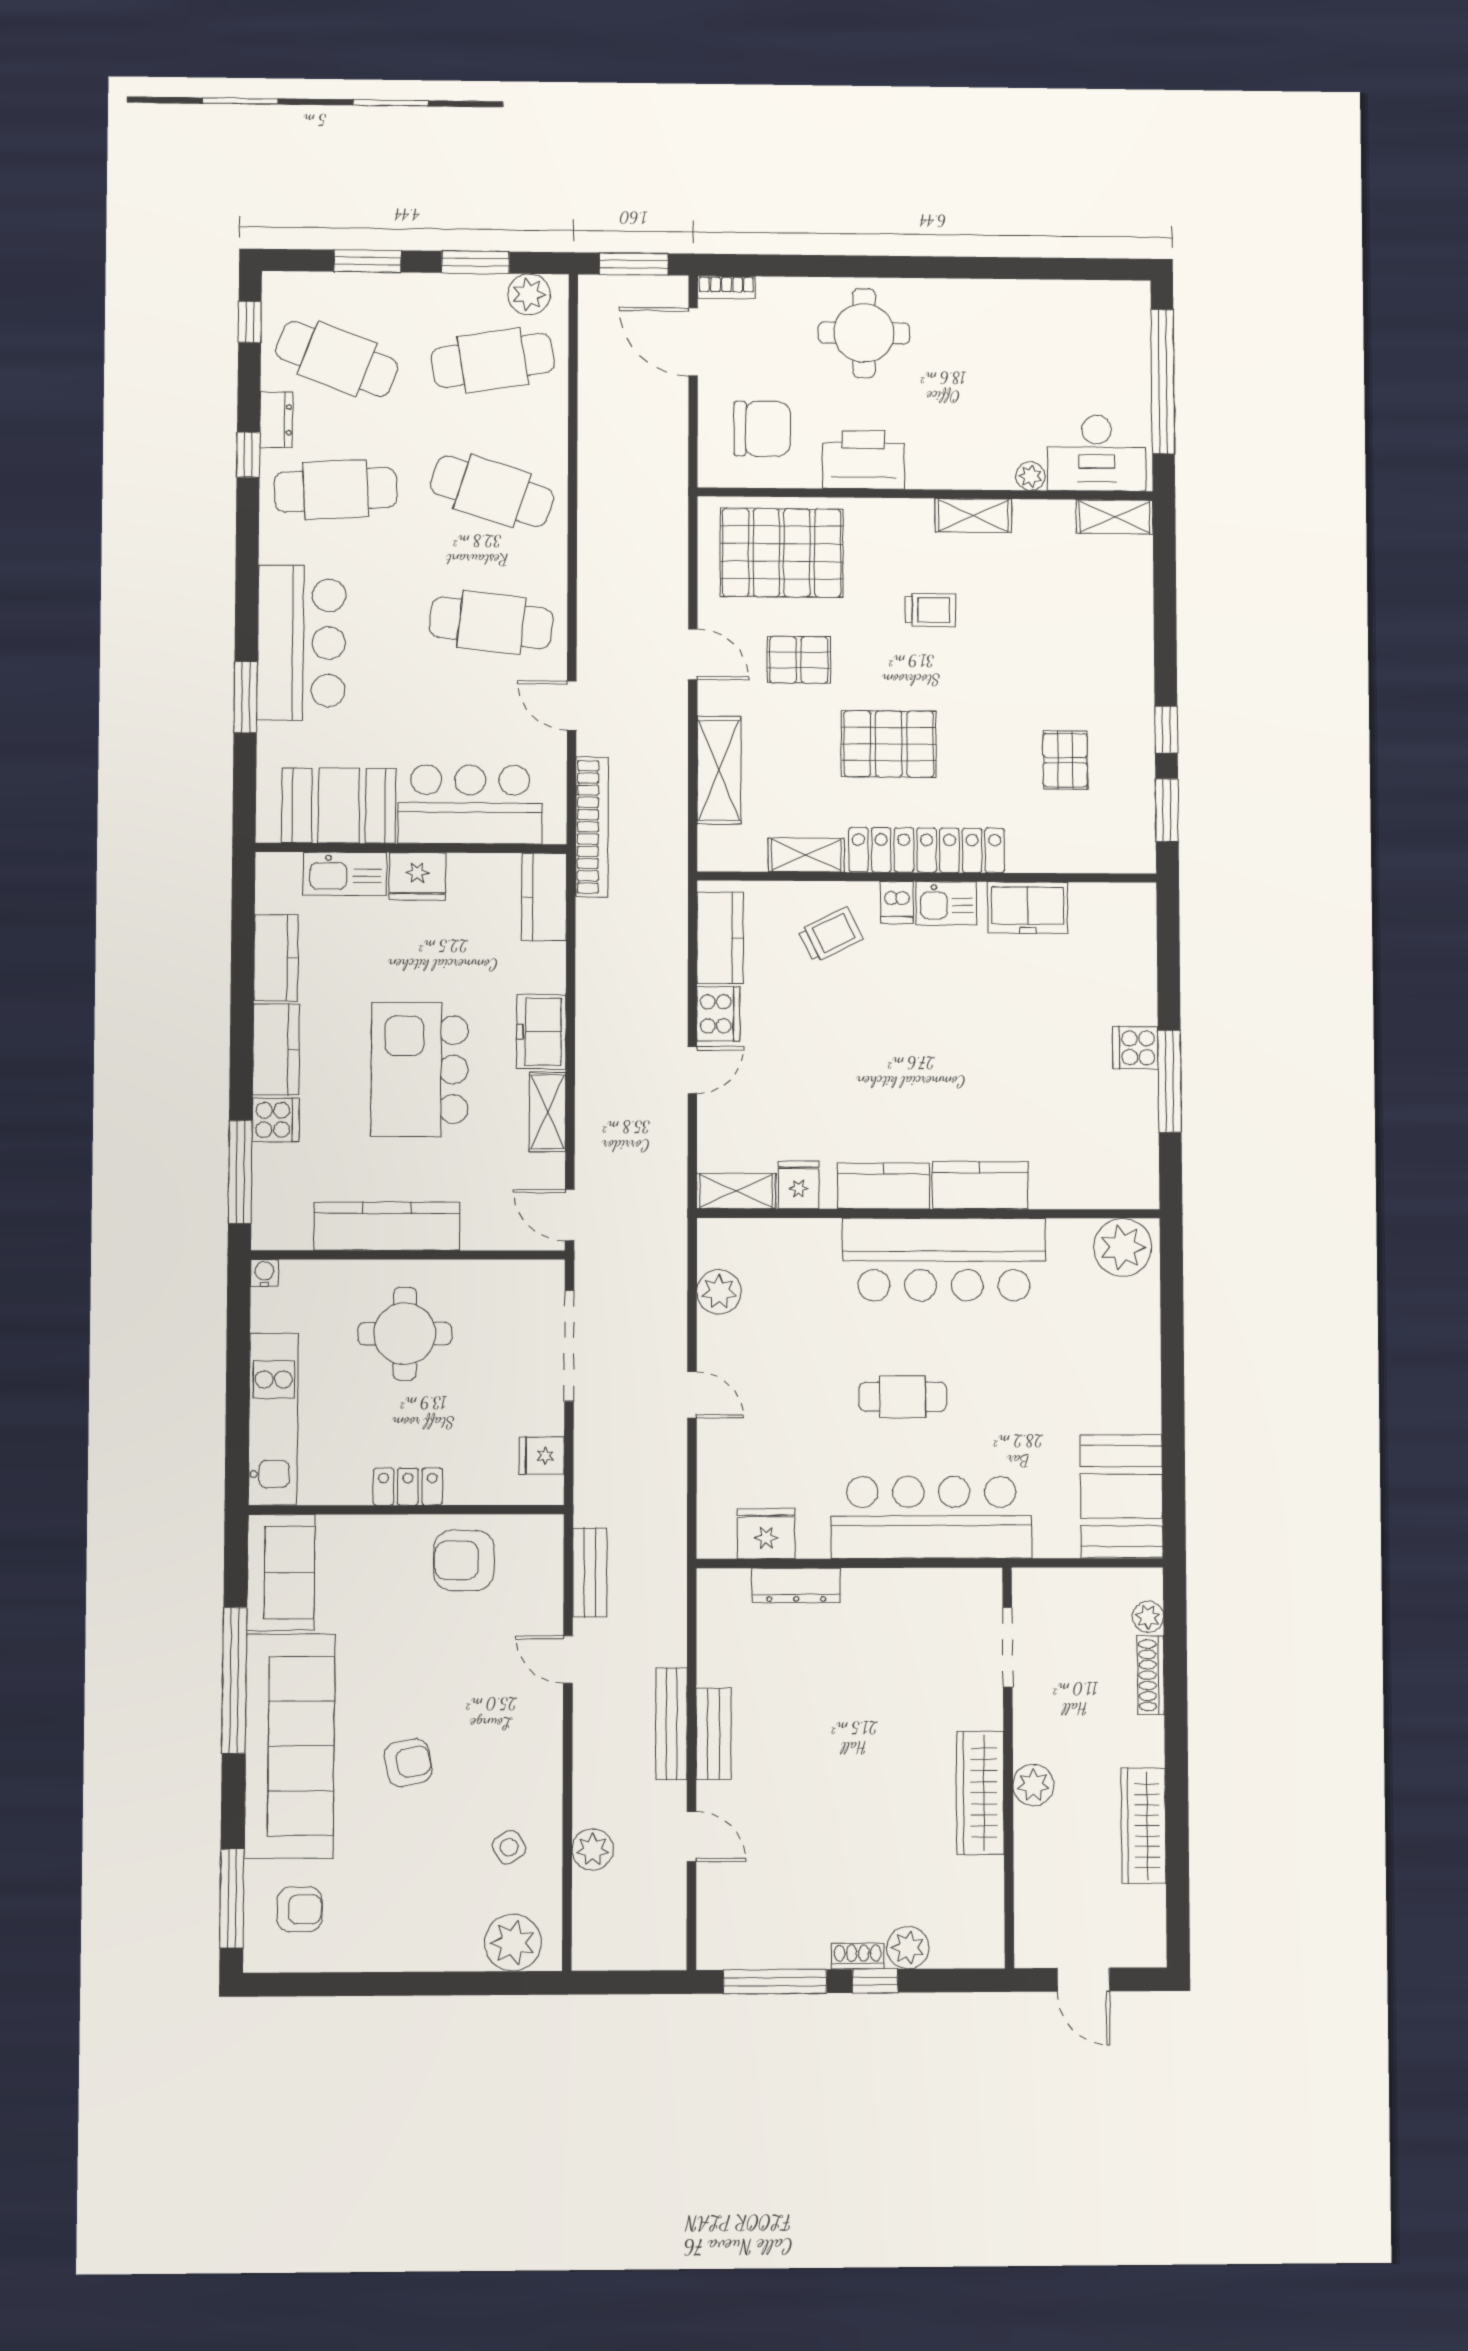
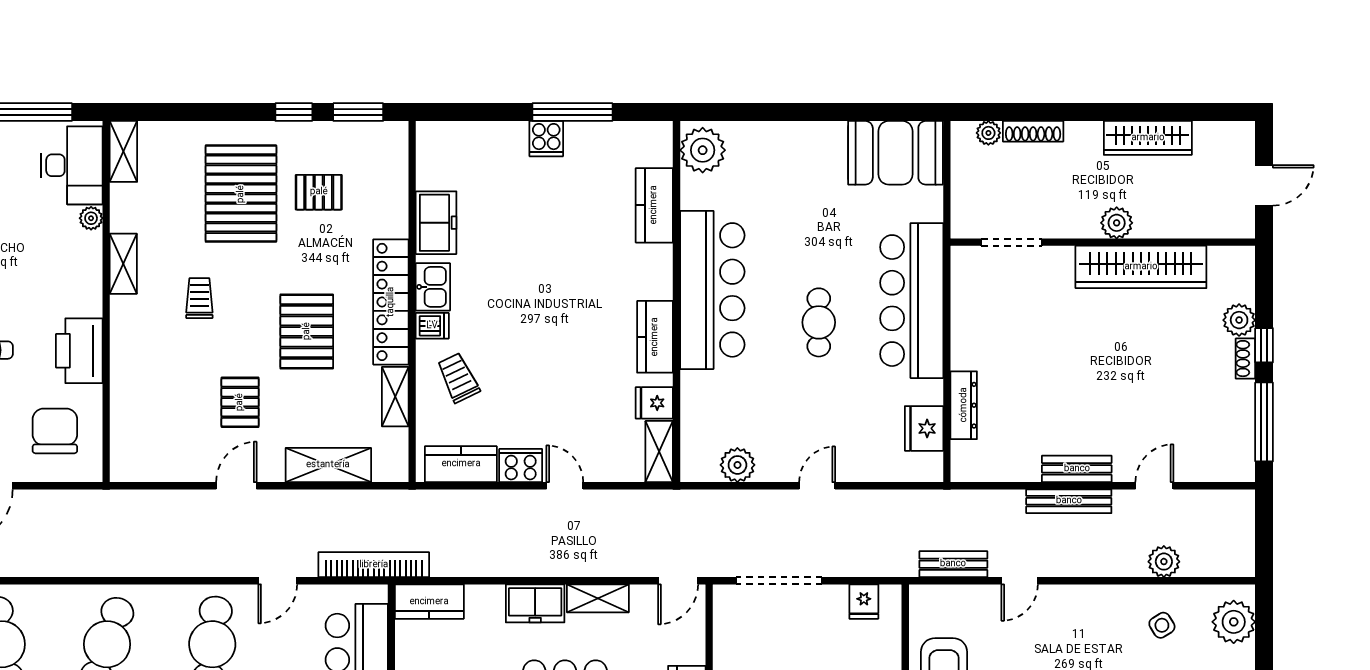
pallet: (782, 553) -> (241, 194), moved
kitchen counter: (980, 1185) -> (654, 205), moved
wardrobe: (980, 1793) -> (1141, 267), width x1.40, depth x1.17

